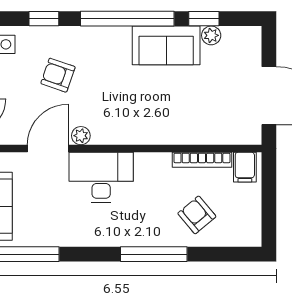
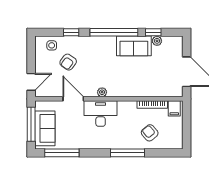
armchair: (58, 75) -> (68, 62), moved, turned -73
plant: (81, 136) -> (102, 92), moved
door: (48, 148) -> (73, 99), hinge flipped

